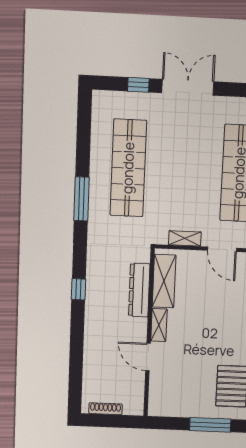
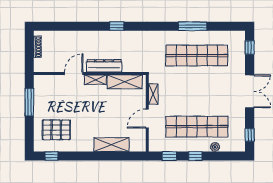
window: (138, 85) -> (250, 47), moved
window: (82, 199) -> (193, 26), moved
dresser: (139, 290) -> (104, 66), moved
window: (210, 425) -> (29, 102), moved

